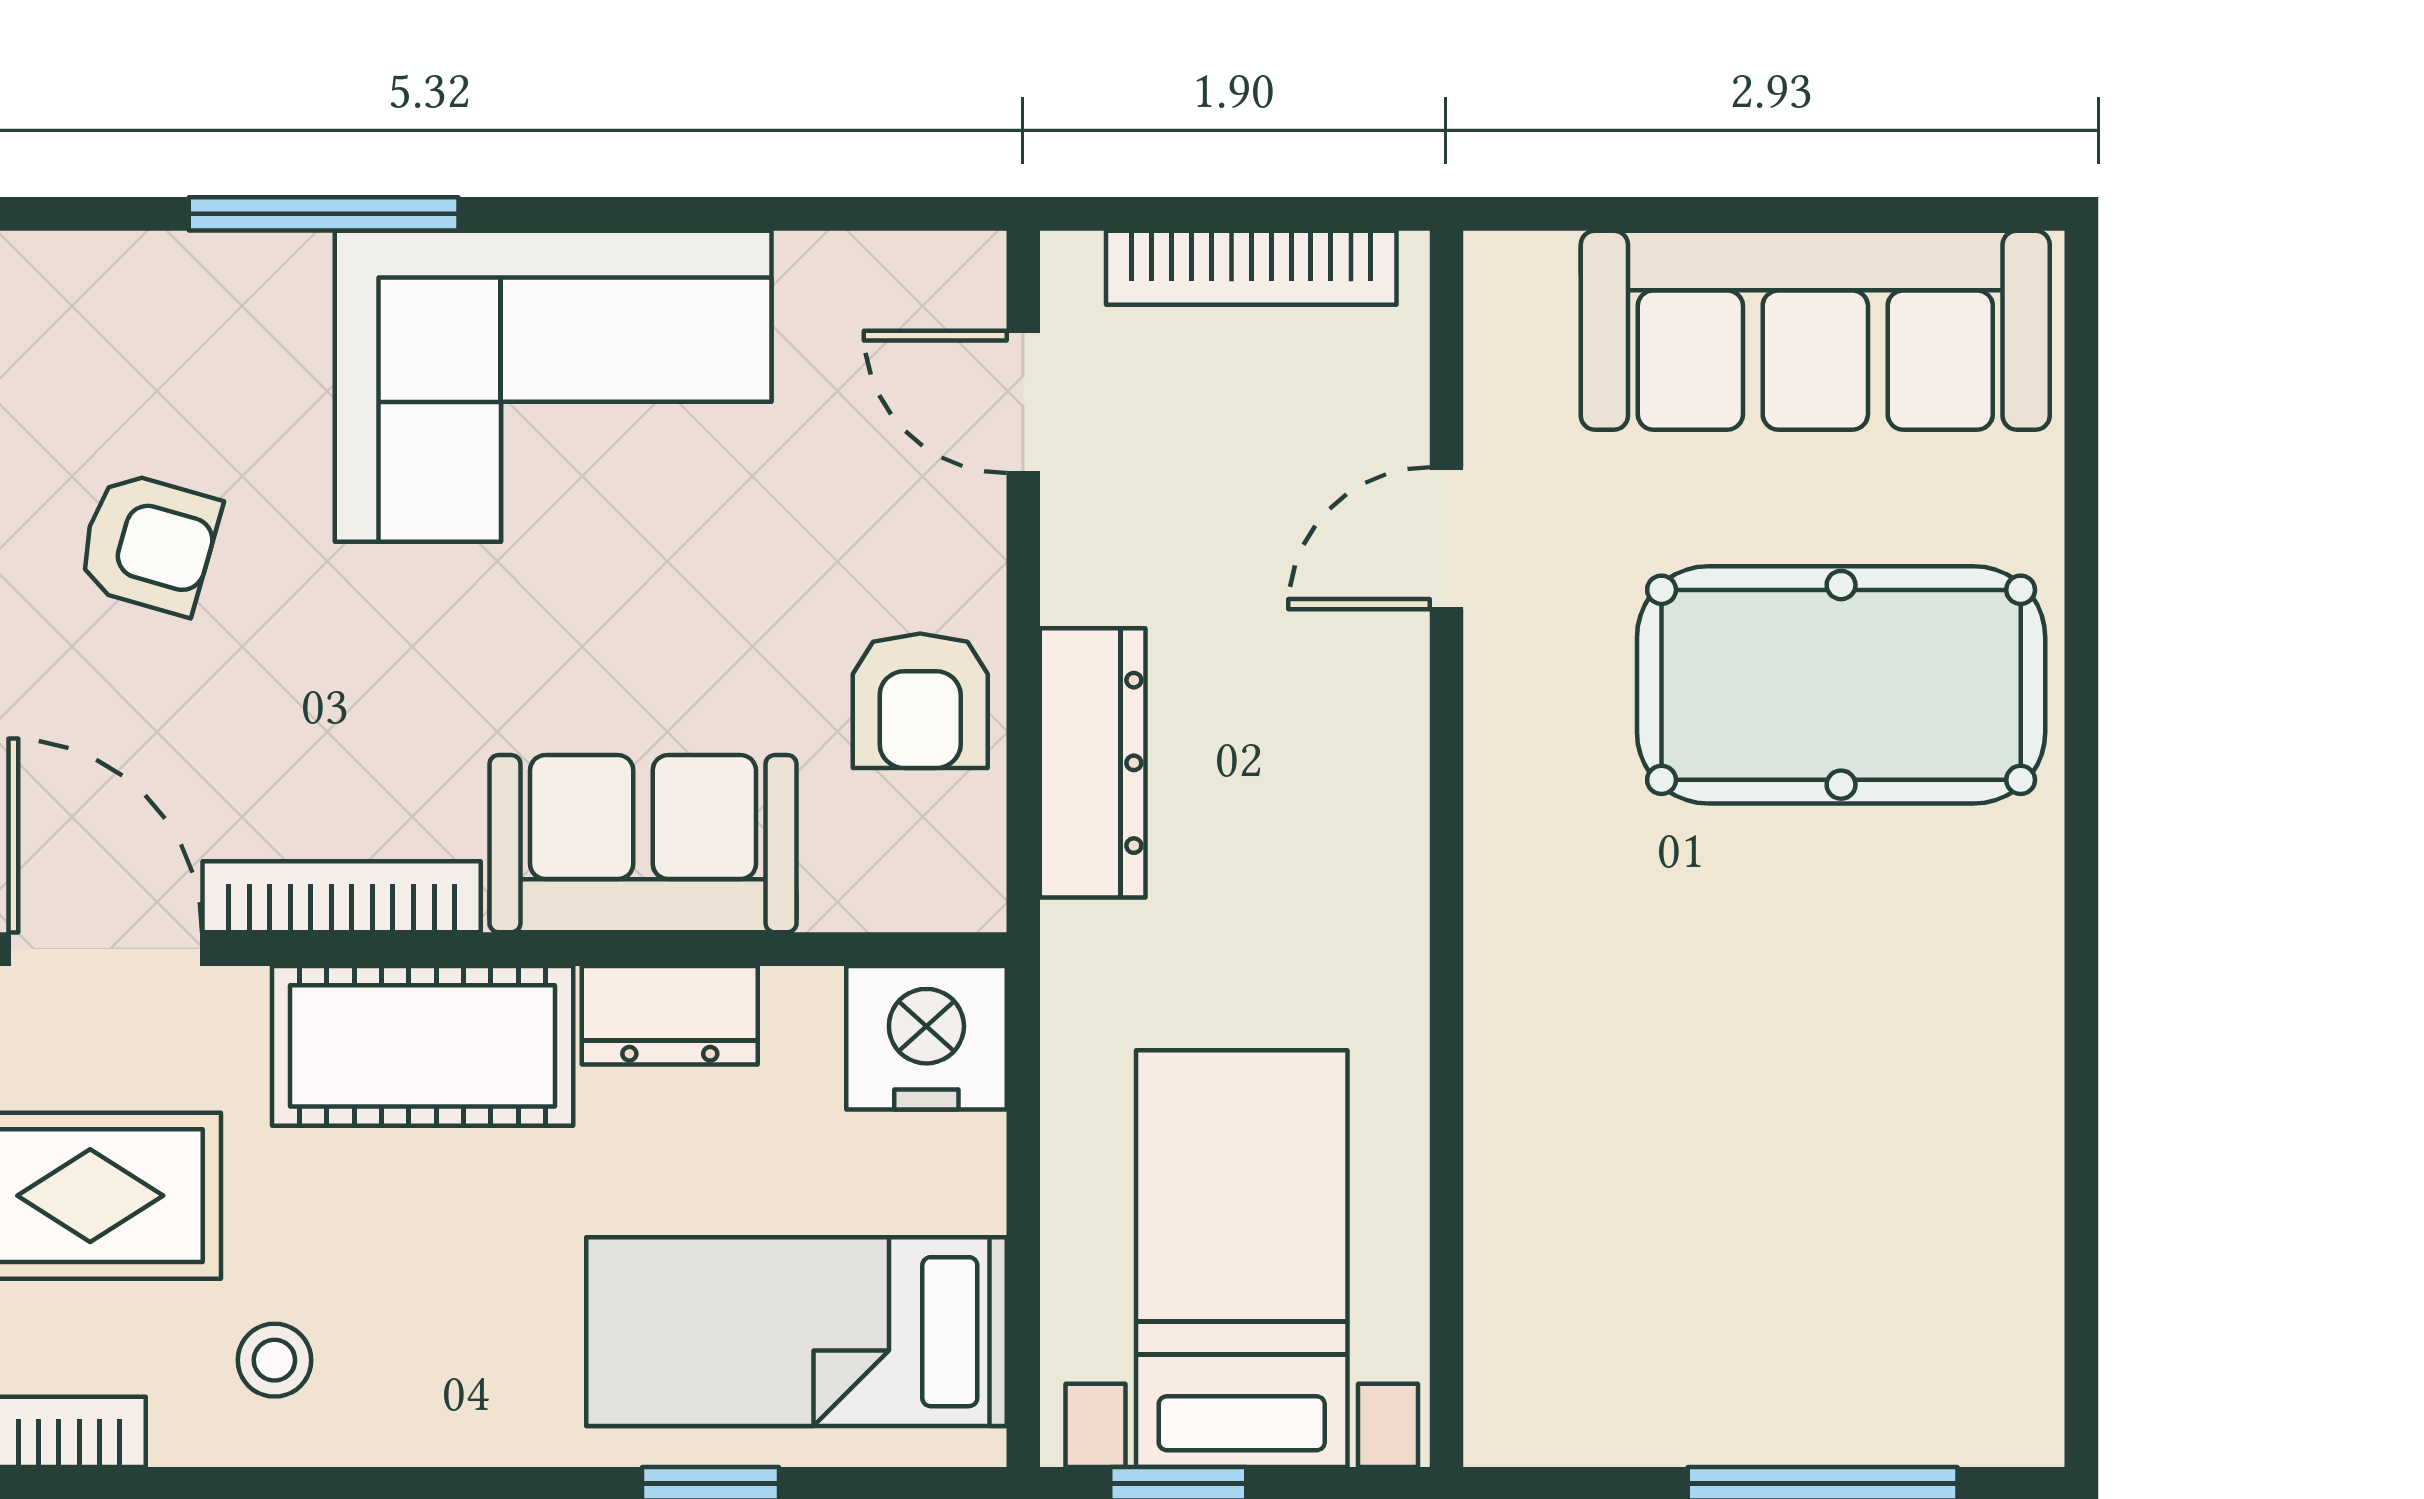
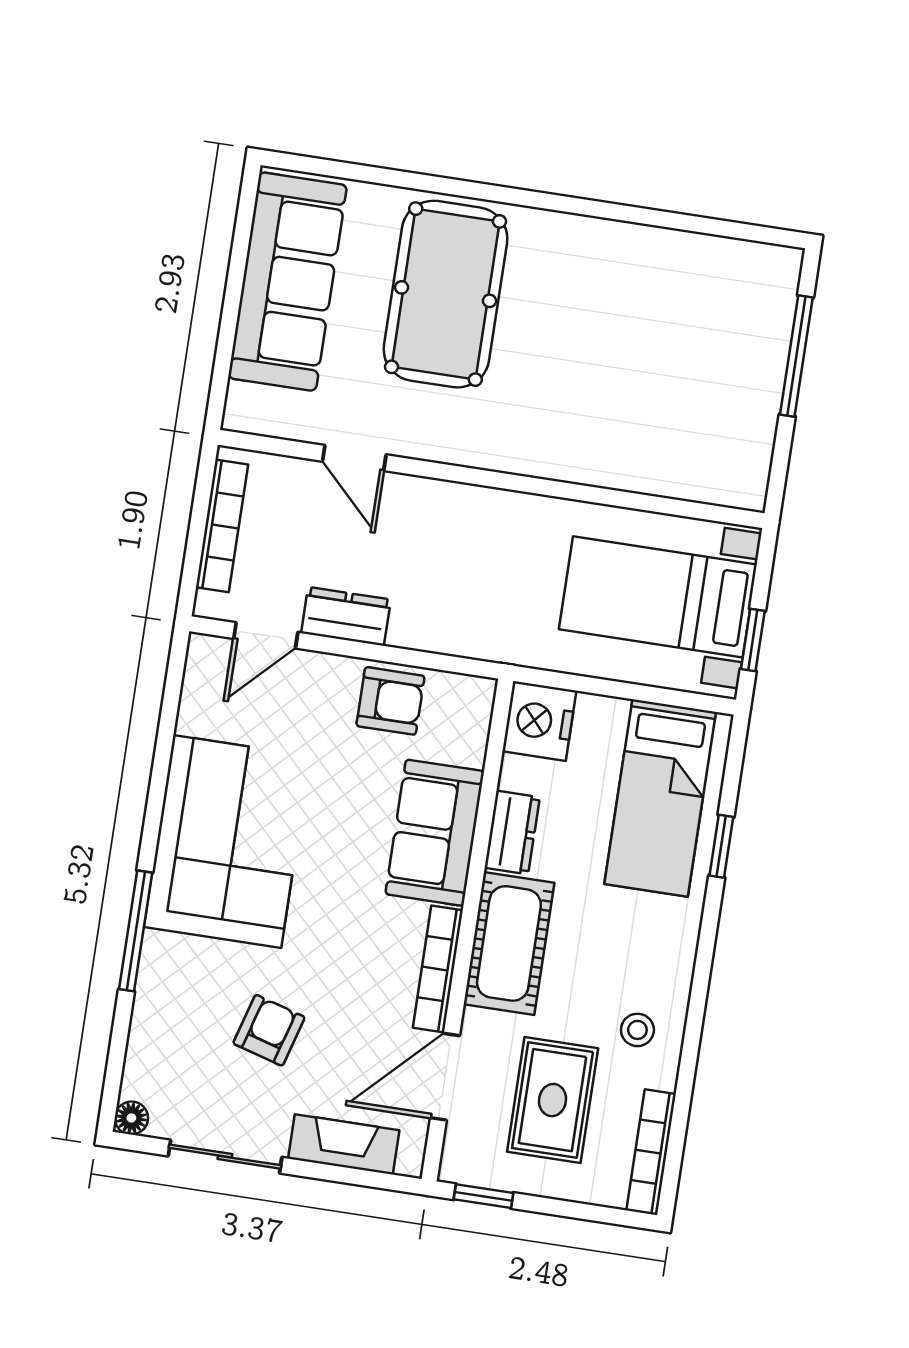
dresser: (1093, 763) -> (346, 616), moved, width x0.70

